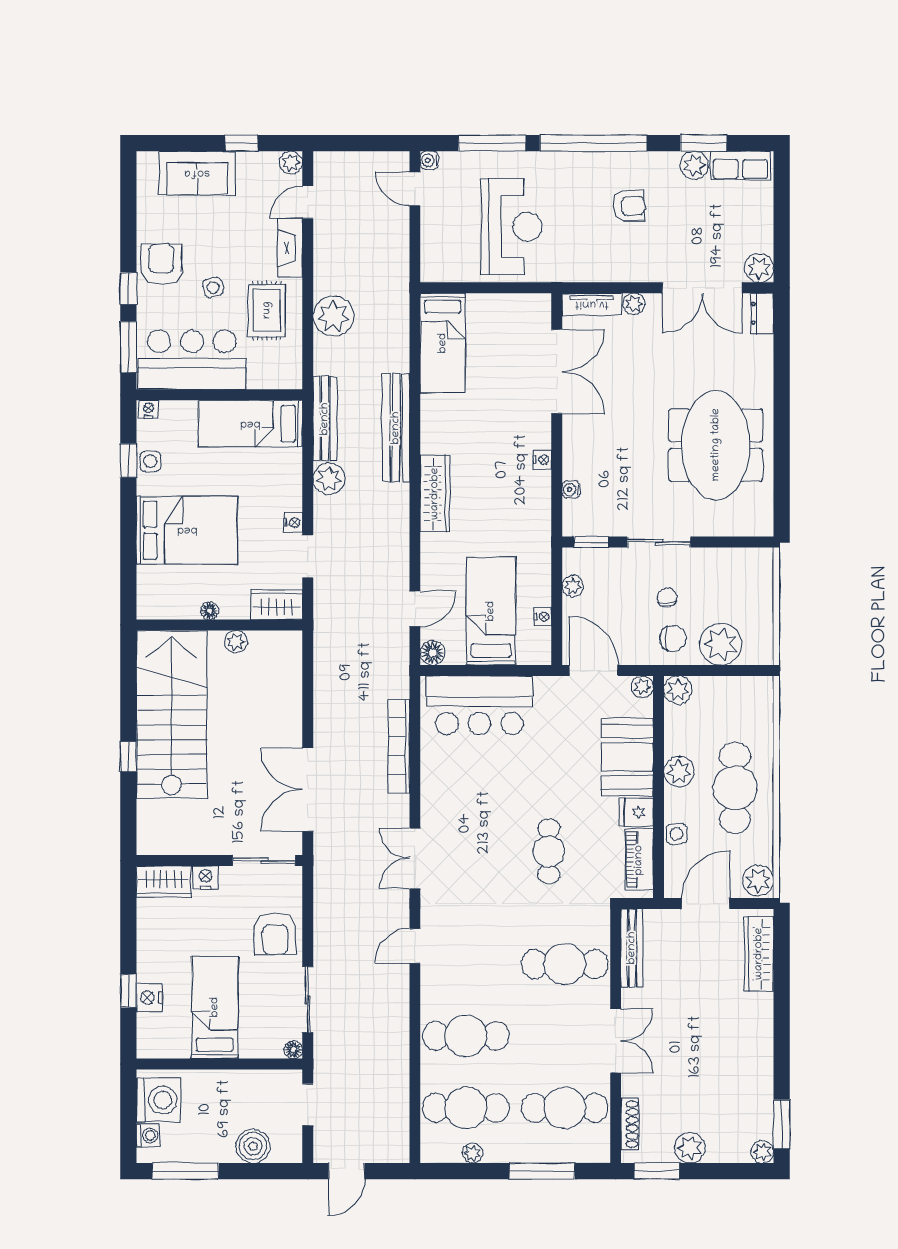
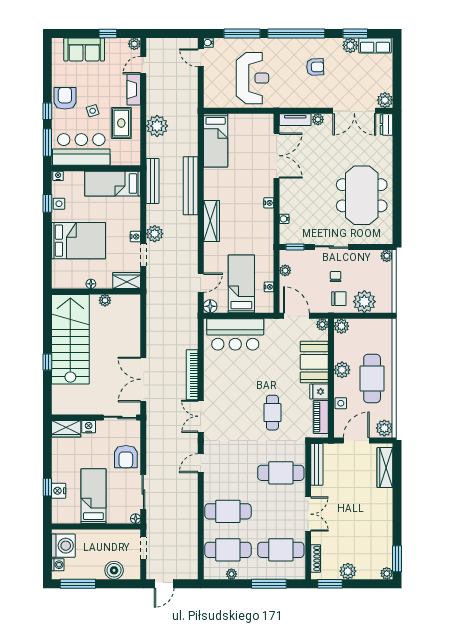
plant: (329, 479) -> (155, 234), moved
plant: (762, 559) -> (387, 256), added
bookcase: (399, 746) -> (192, 375), moved

